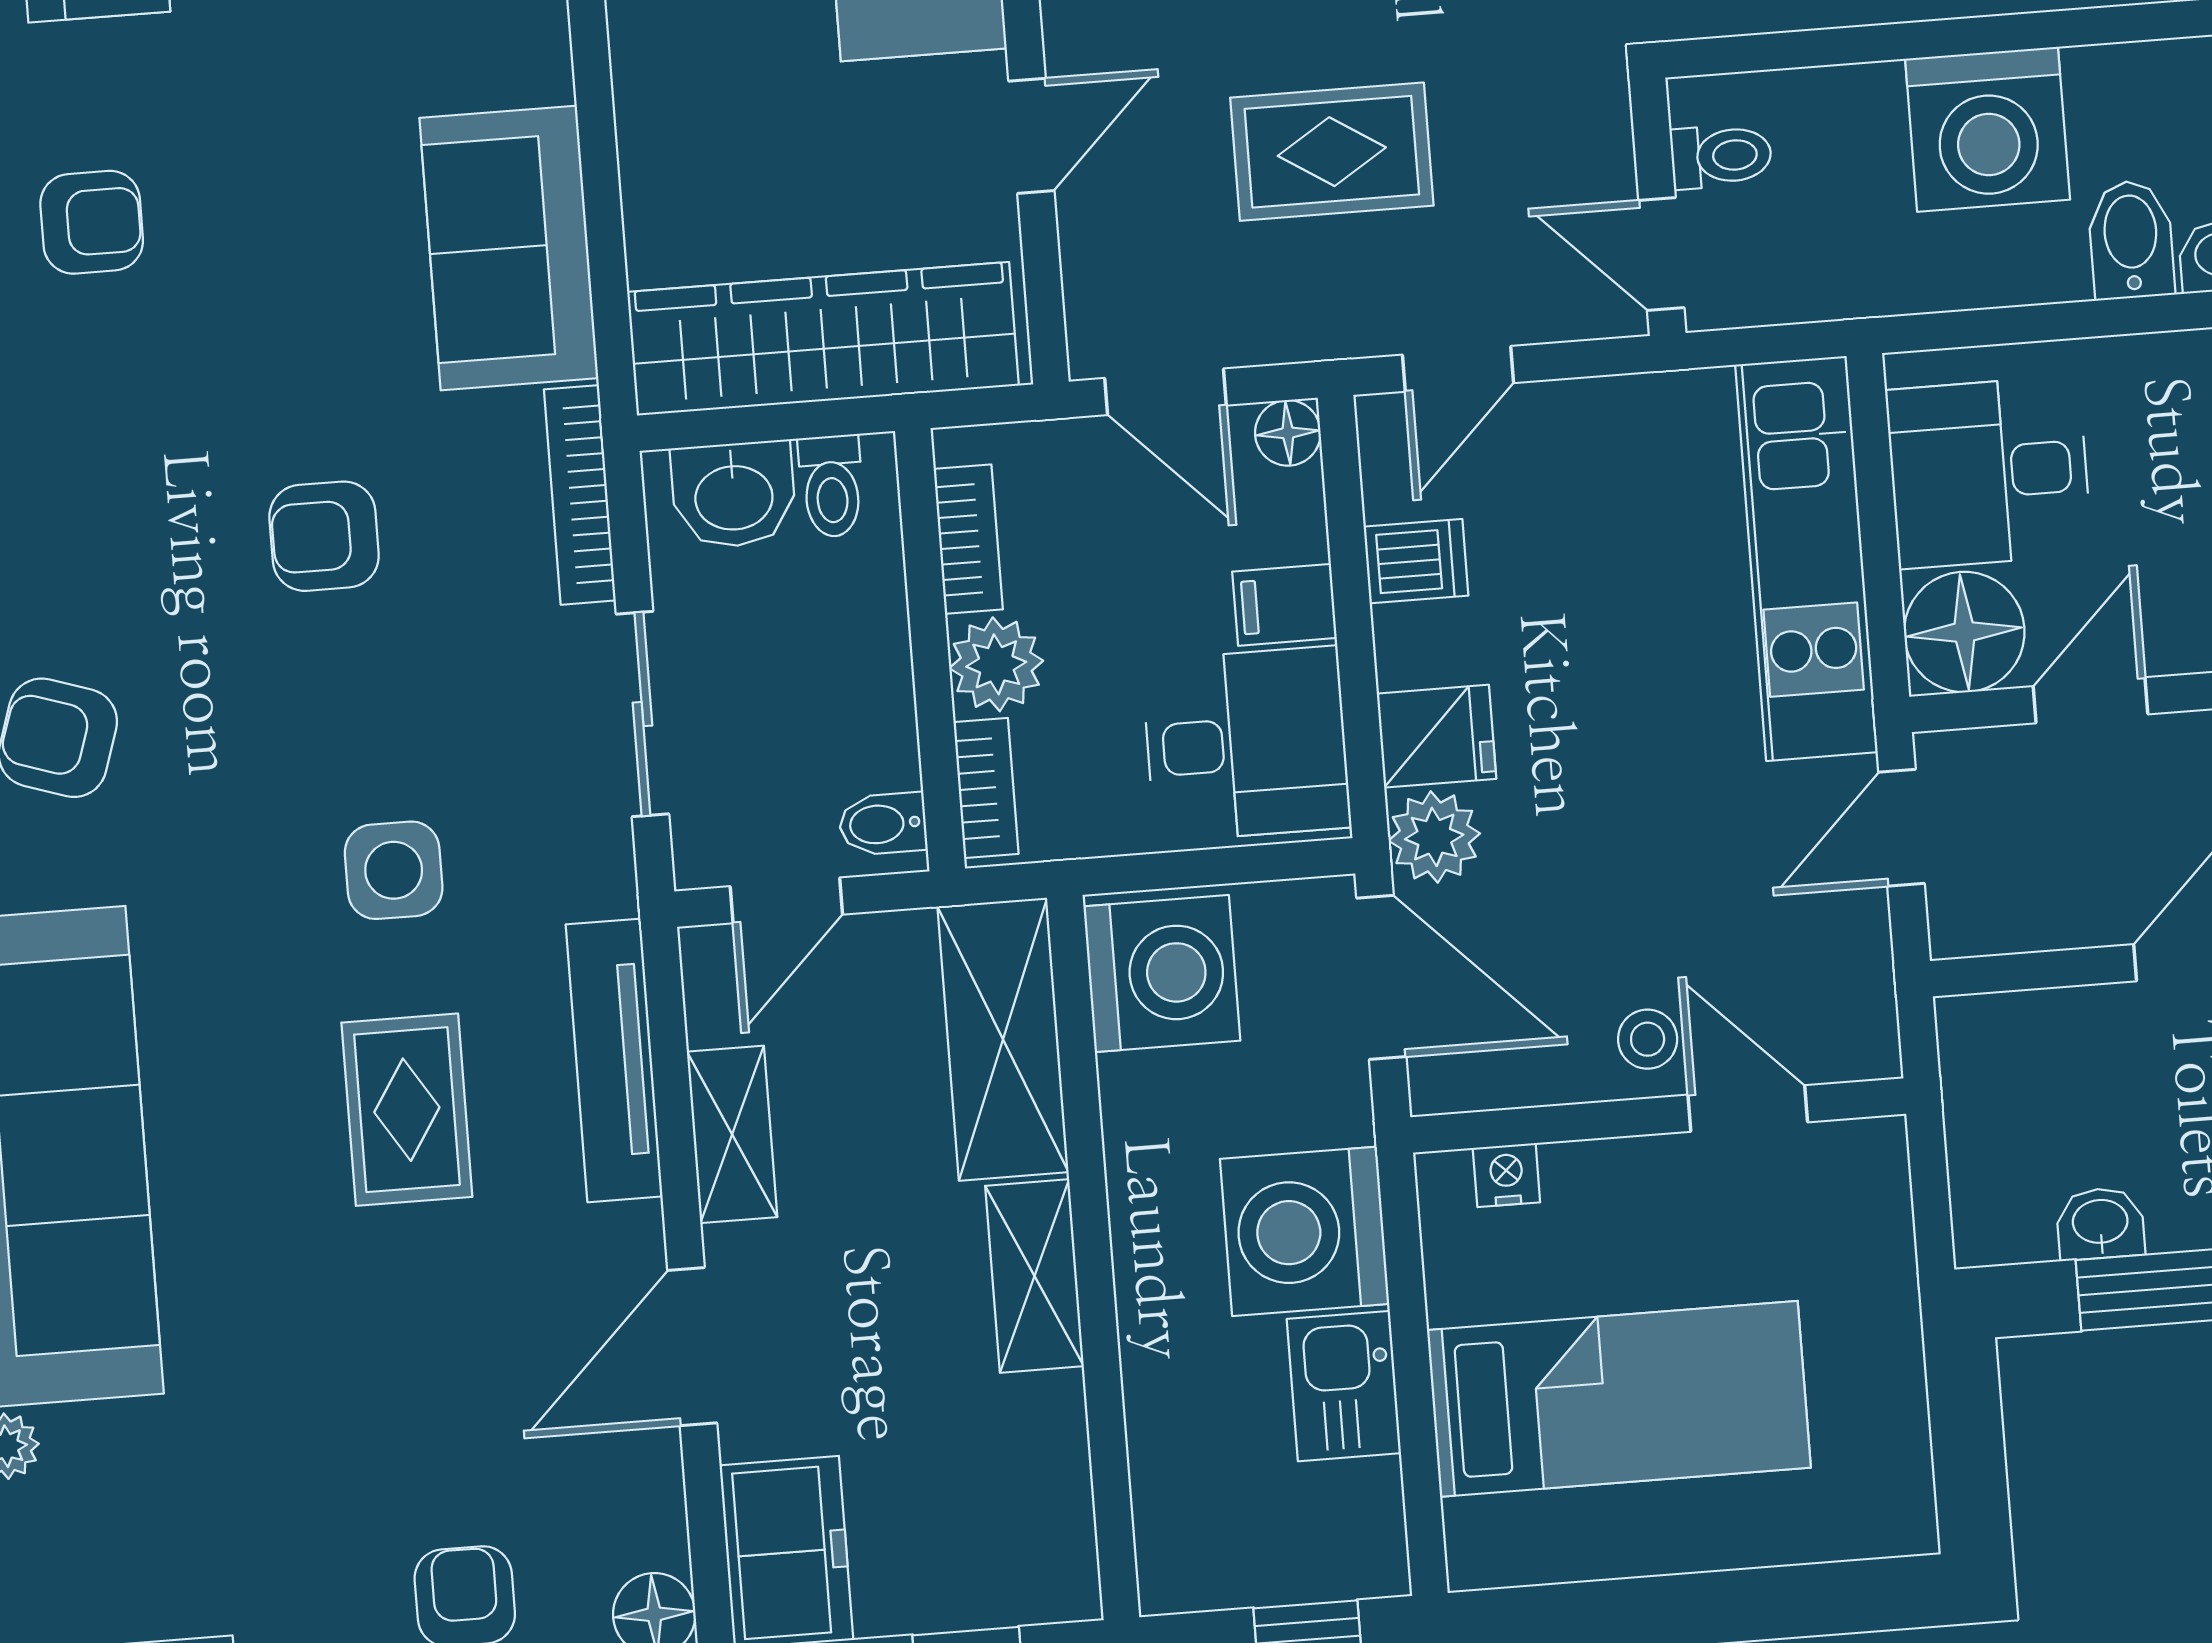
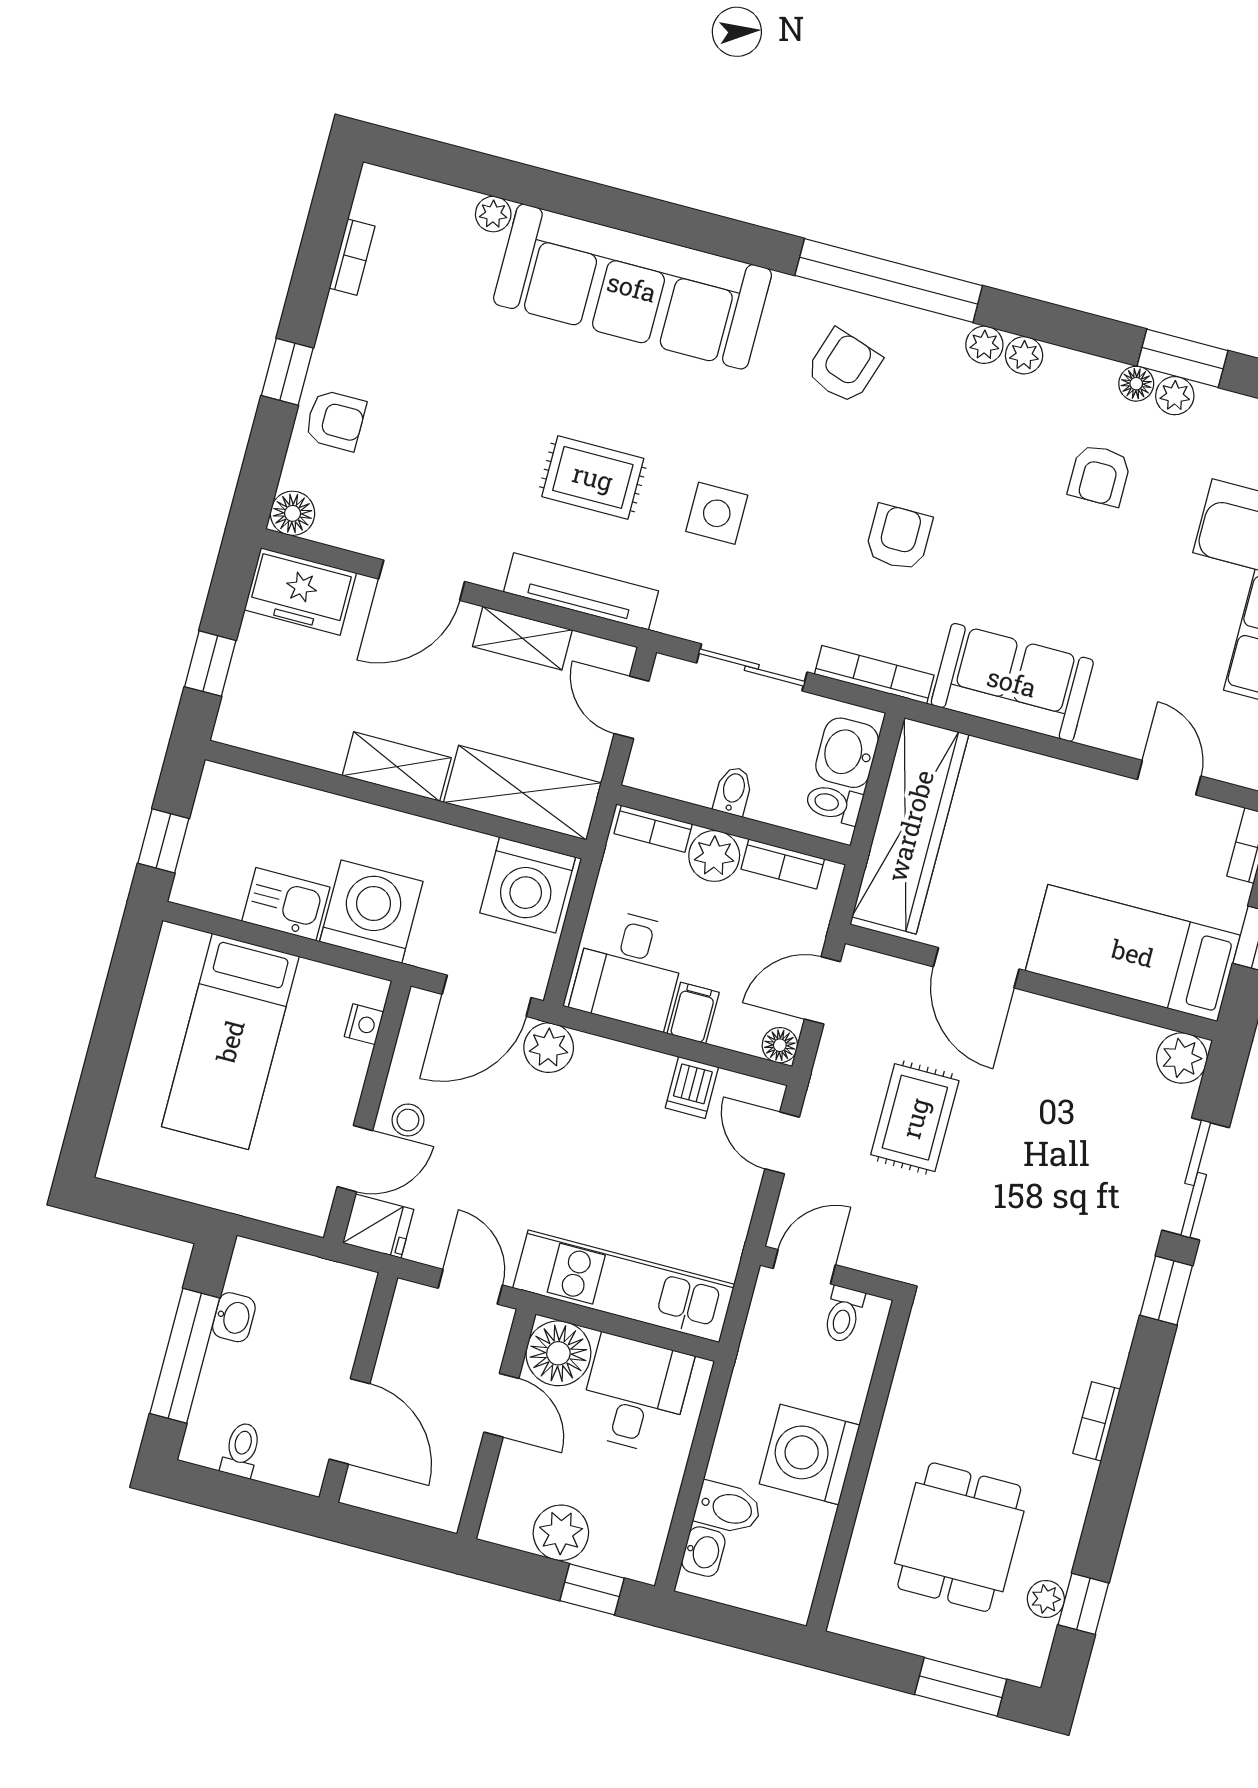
door: (1031, 136) -> (976, 968), width x1.38
fridge: (1437, 736) -> (378, 1226), moved, turned -90
bidet: (883, 824) -> (733, 791), moved
door: (692, 1347) -> (422, 580), swing flipped

